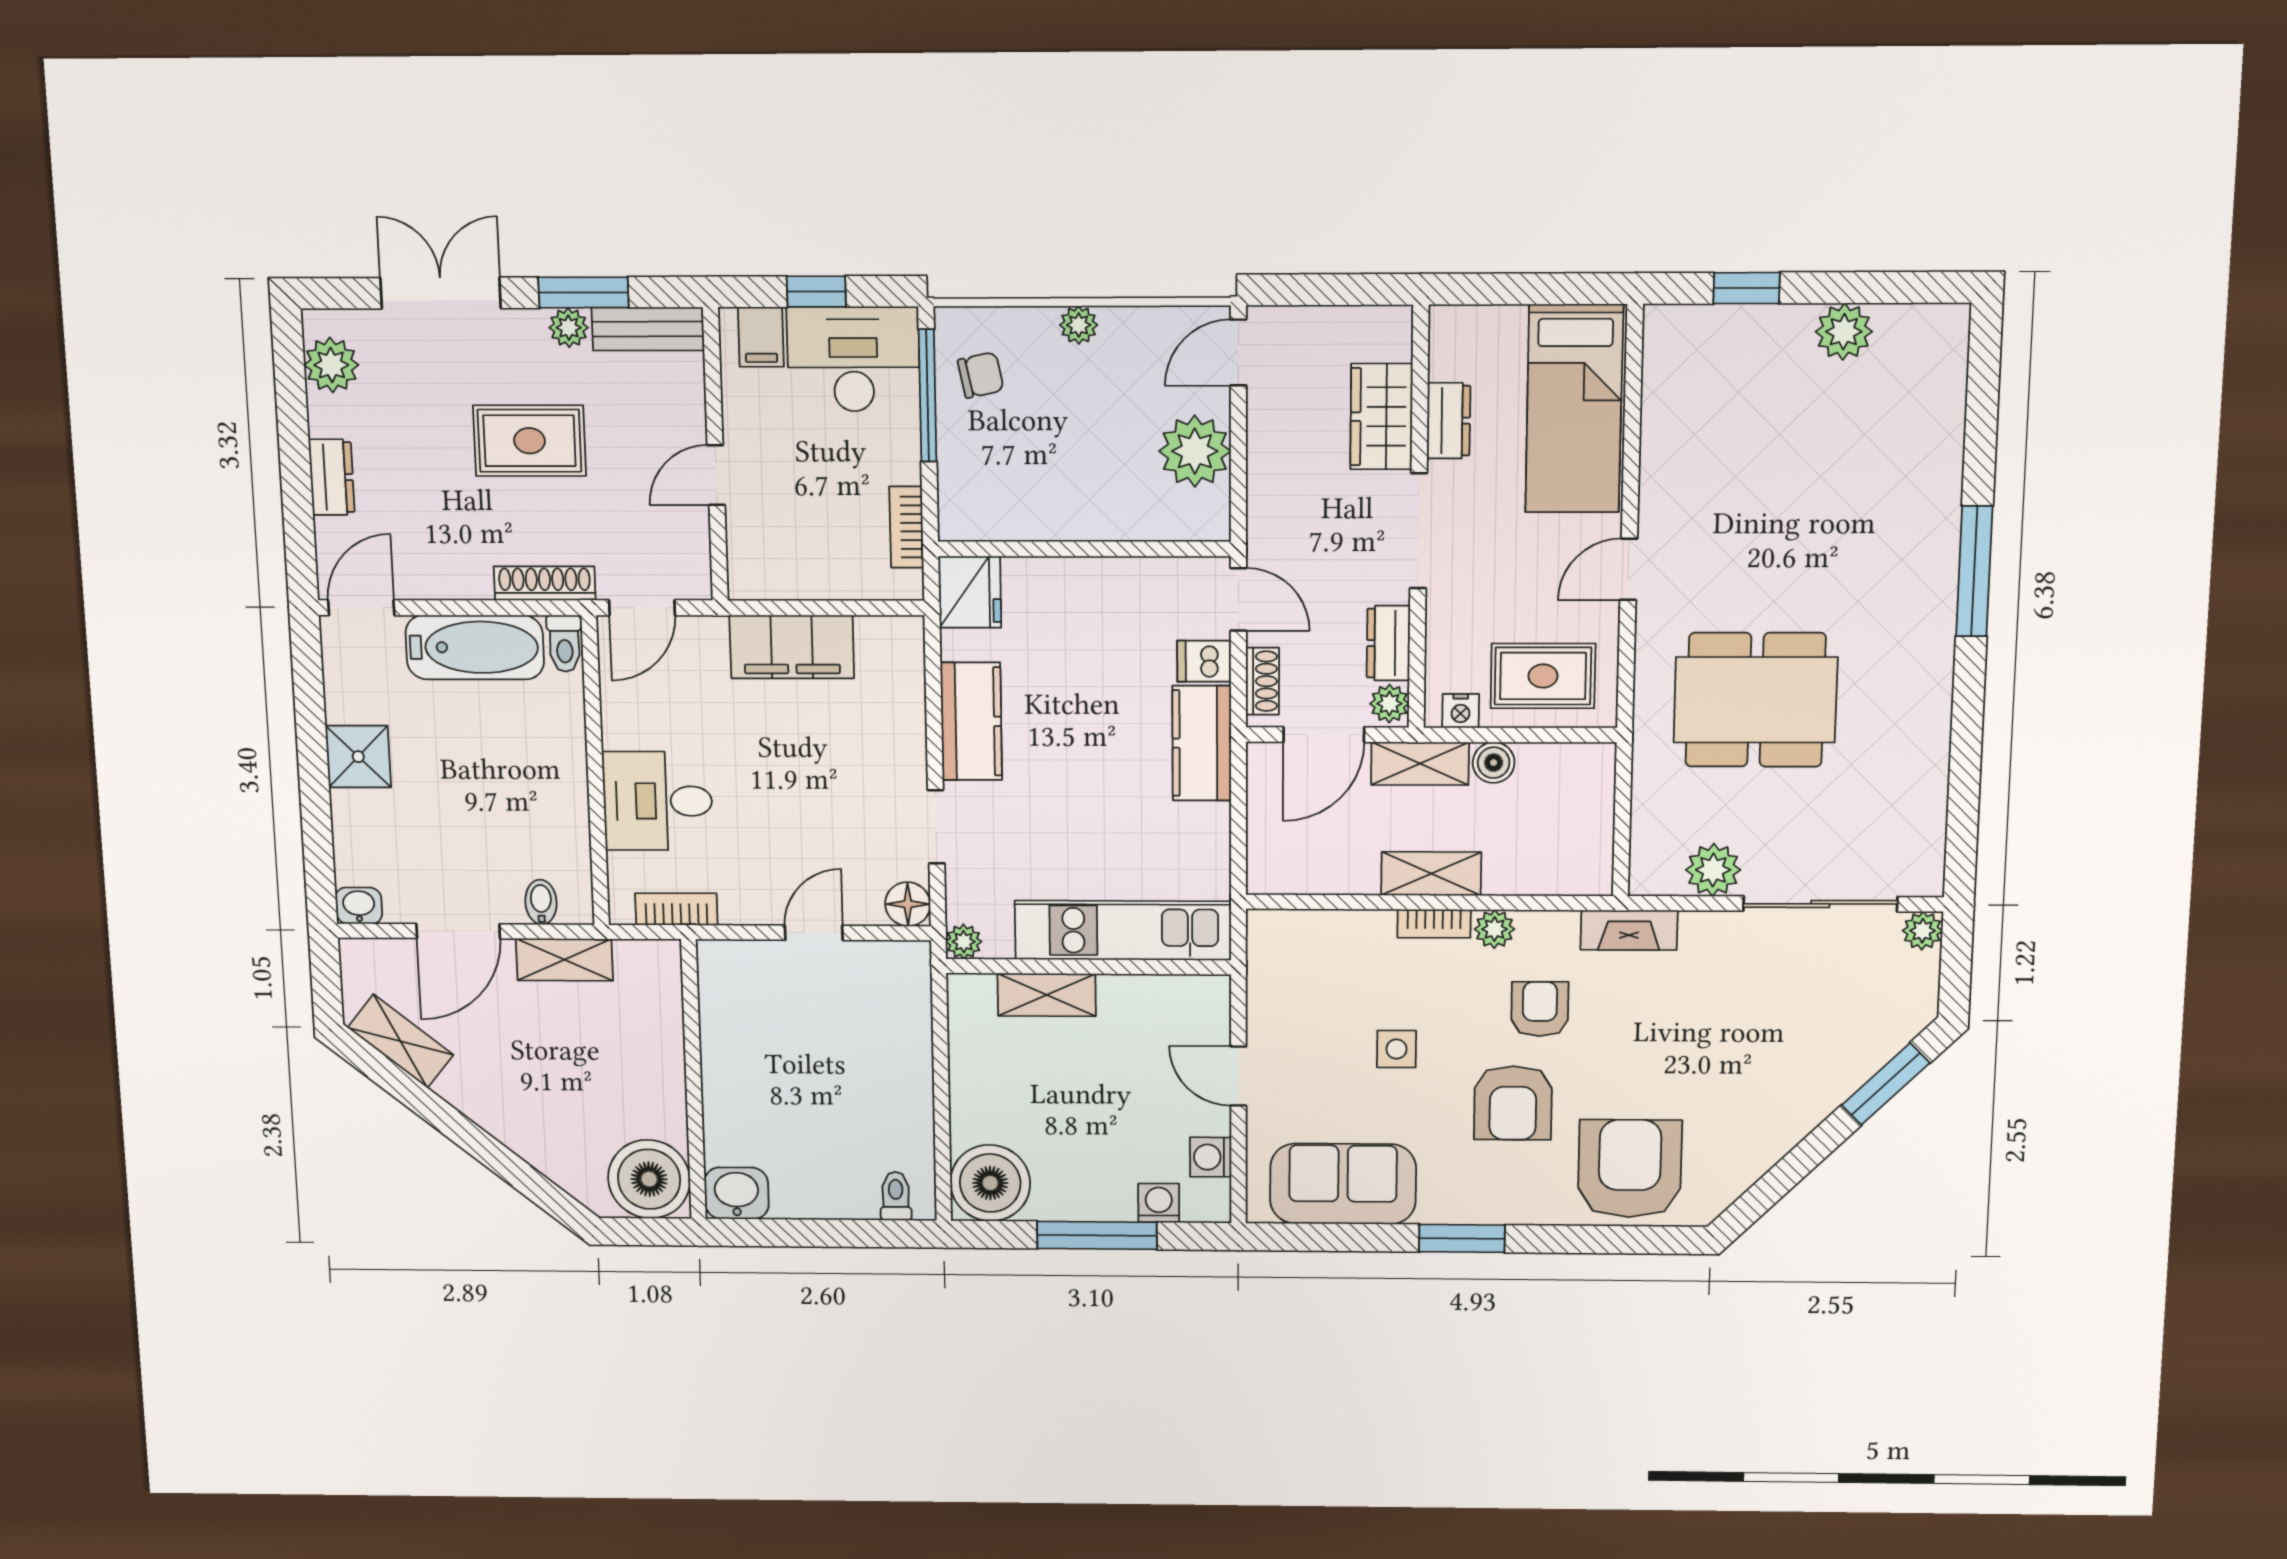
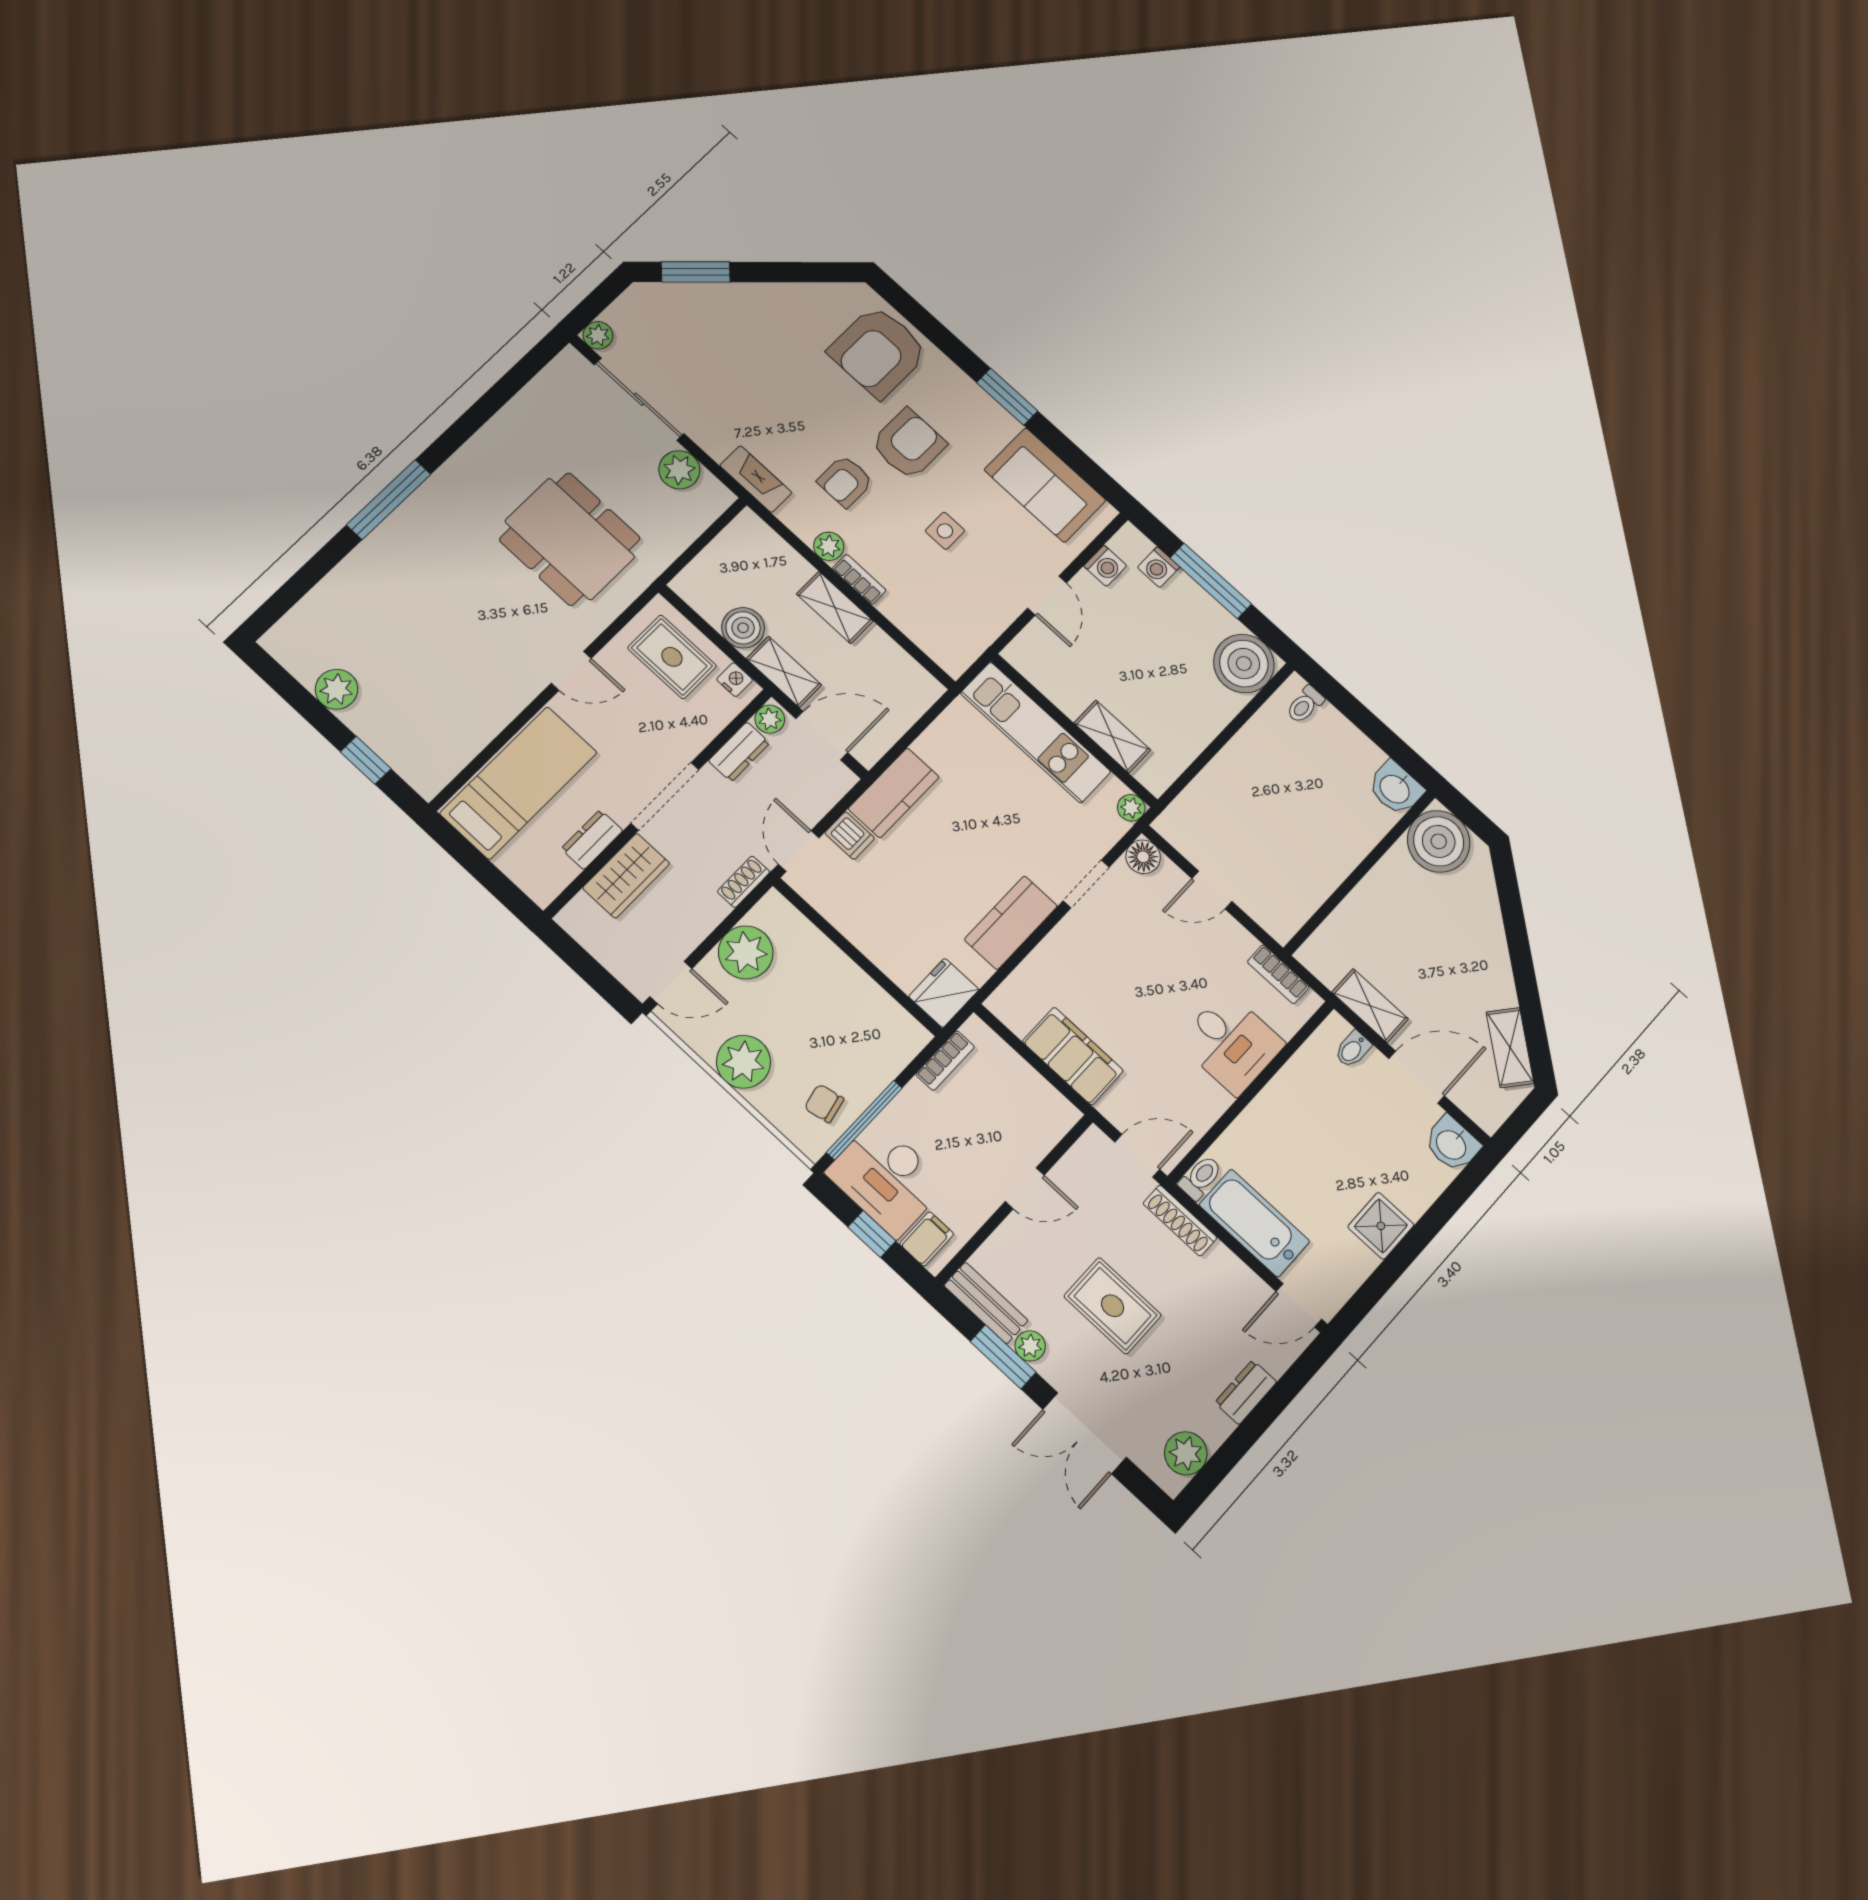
plant: (1079, 325) -> (743, 1062), width x1.88, depth x1.88
shoe rack: (1262, 681) -> (744, 882), moved
boiler: (1494, 763) -> (743, 628), width x1.36, depth x1.36
washbasin: (359, 906) -> (1452, 1144), width x1.38, depth x1.45

